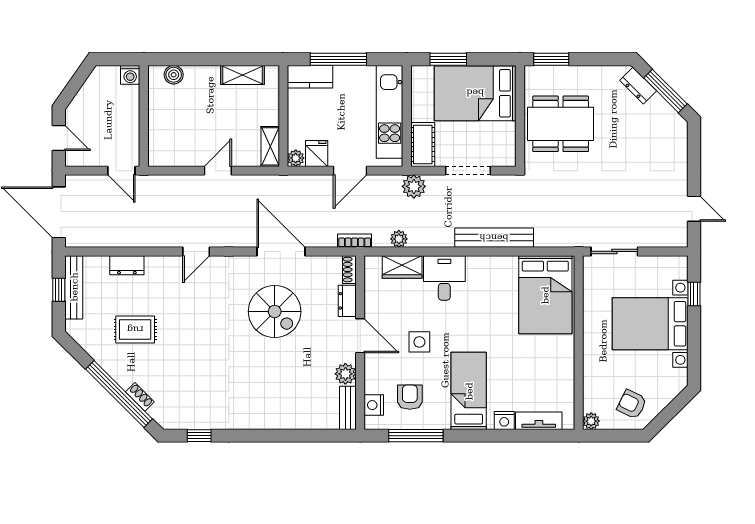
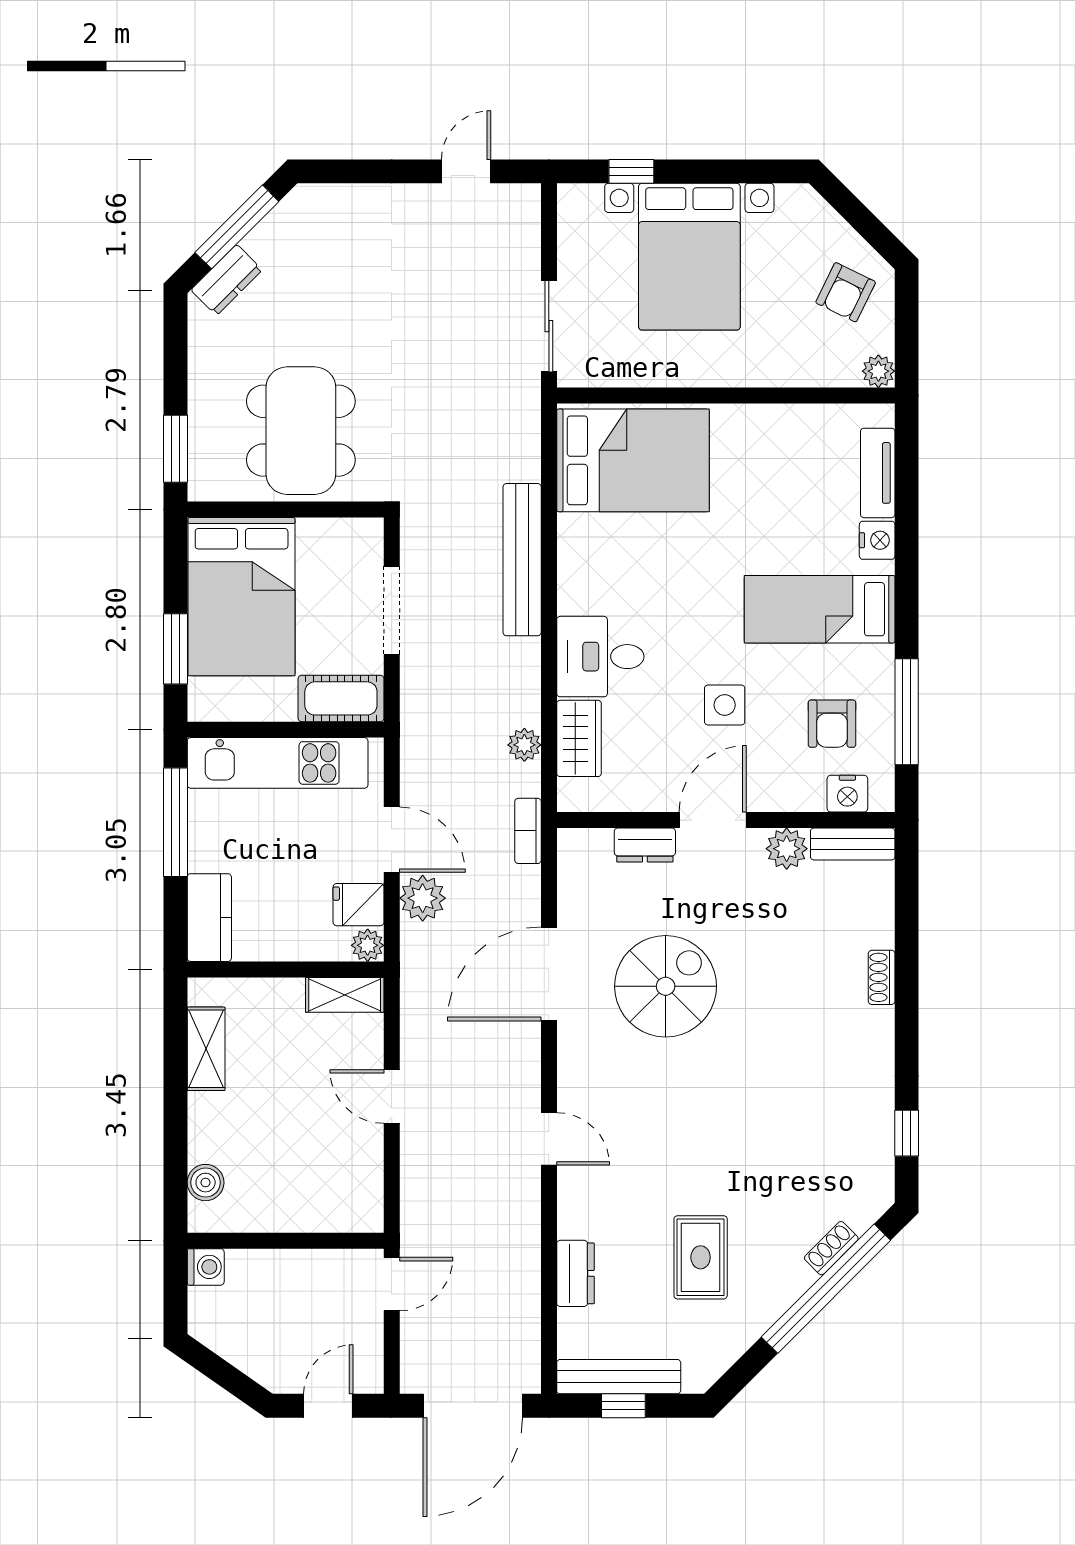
window: (338, 59) -> (175, 822), moved
plant: (414, 186) -> (423, 898), moved
shoe rack: (349, 270) -> (882, 977), moved, turned 90
armchair: (410, 397) -> (832, 724), turned -90

